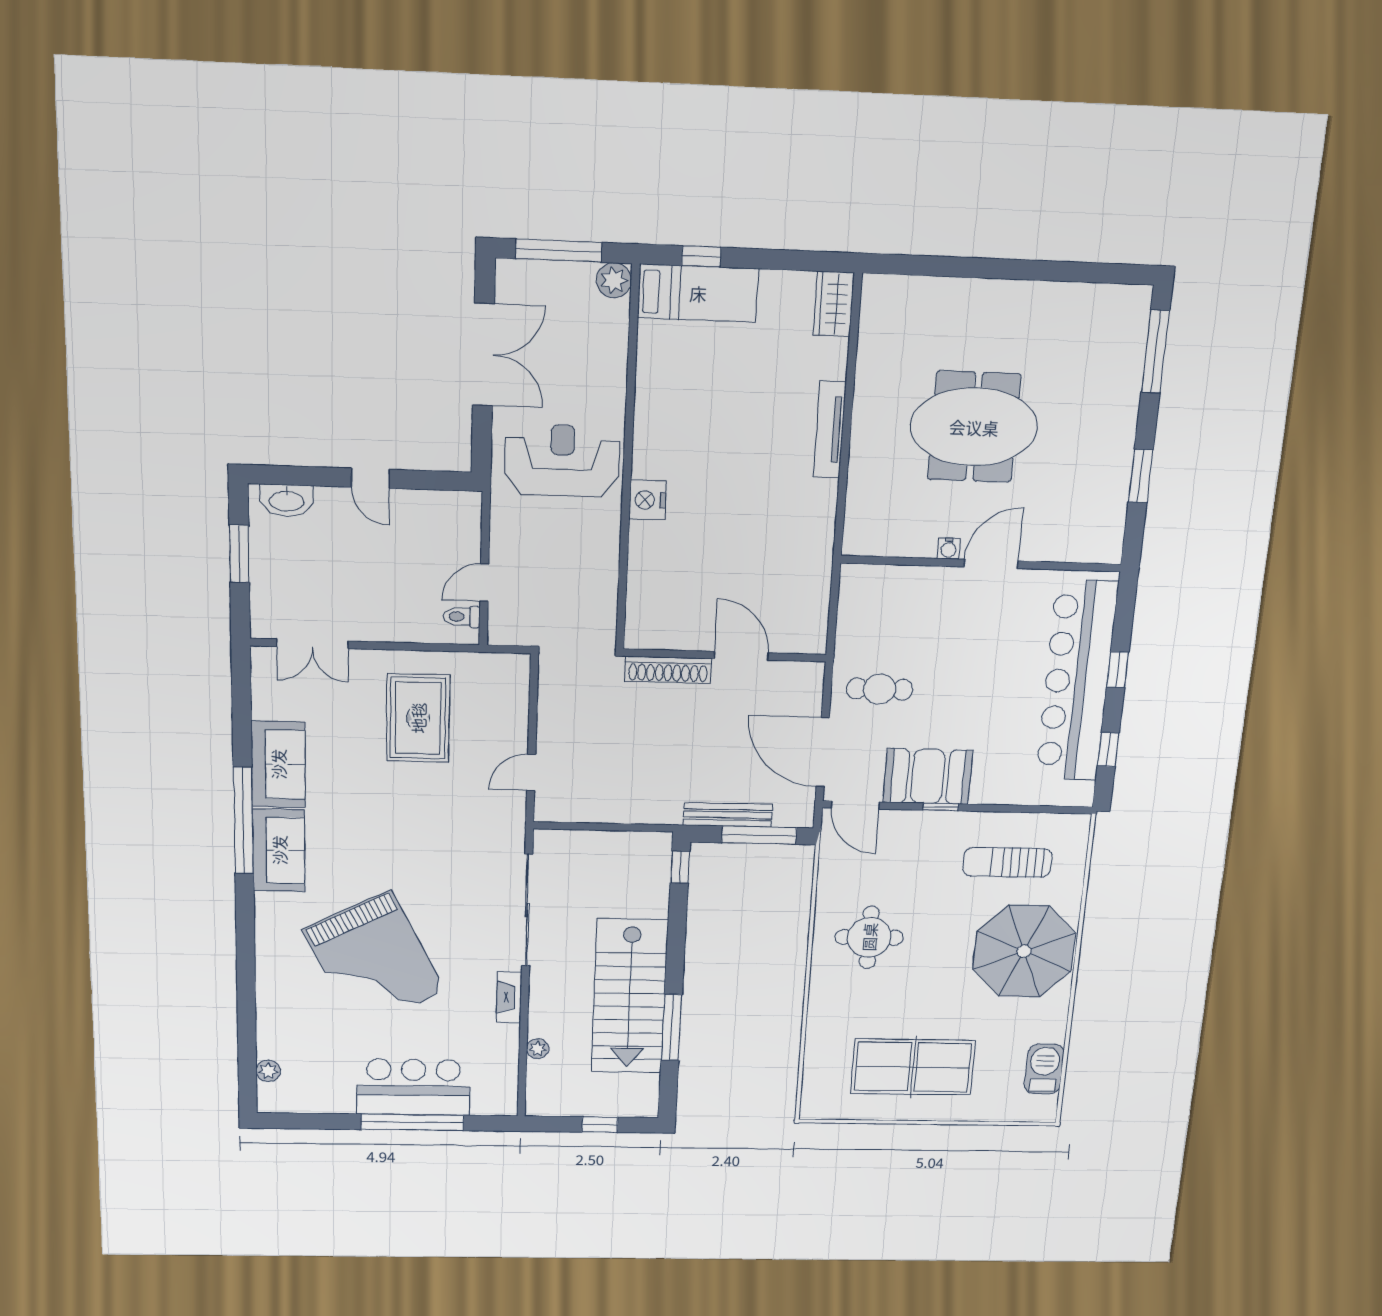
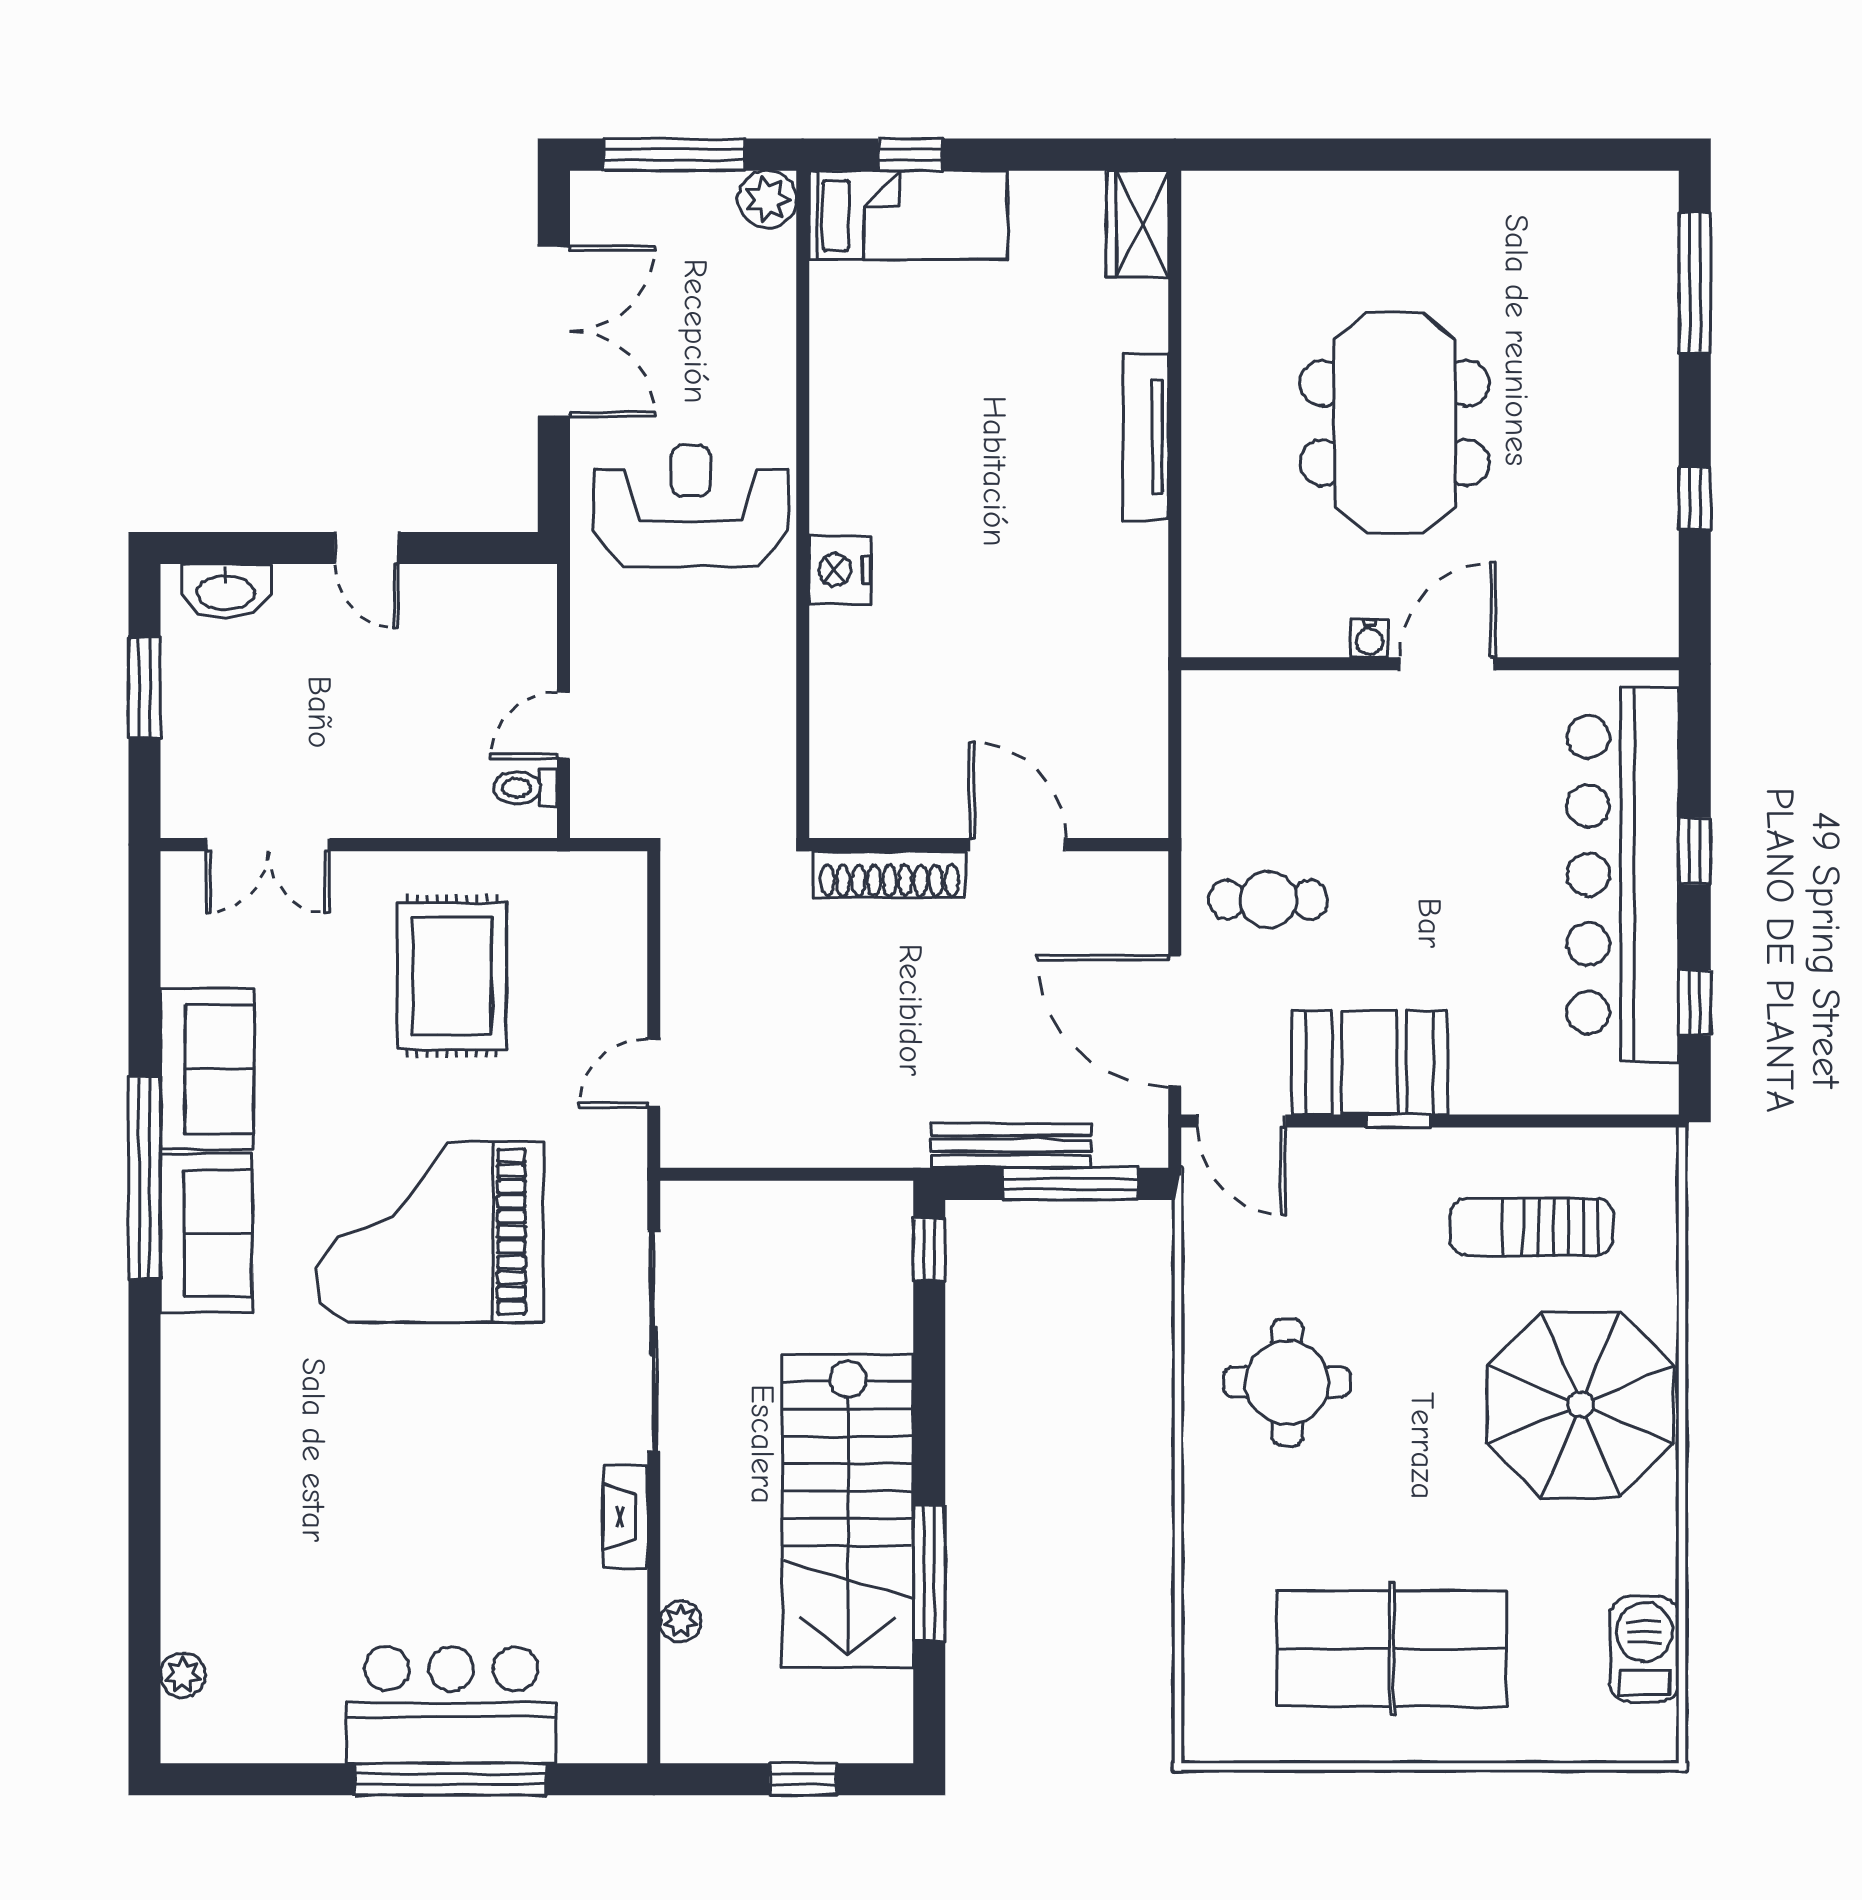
meeting table: (974, 427) -> (1395, 423), turned 90
window: (1141, 476) -> (1695, 499), width x0.67
grand piano: (374, 961) -> (430, 1232), moved, turned 117

